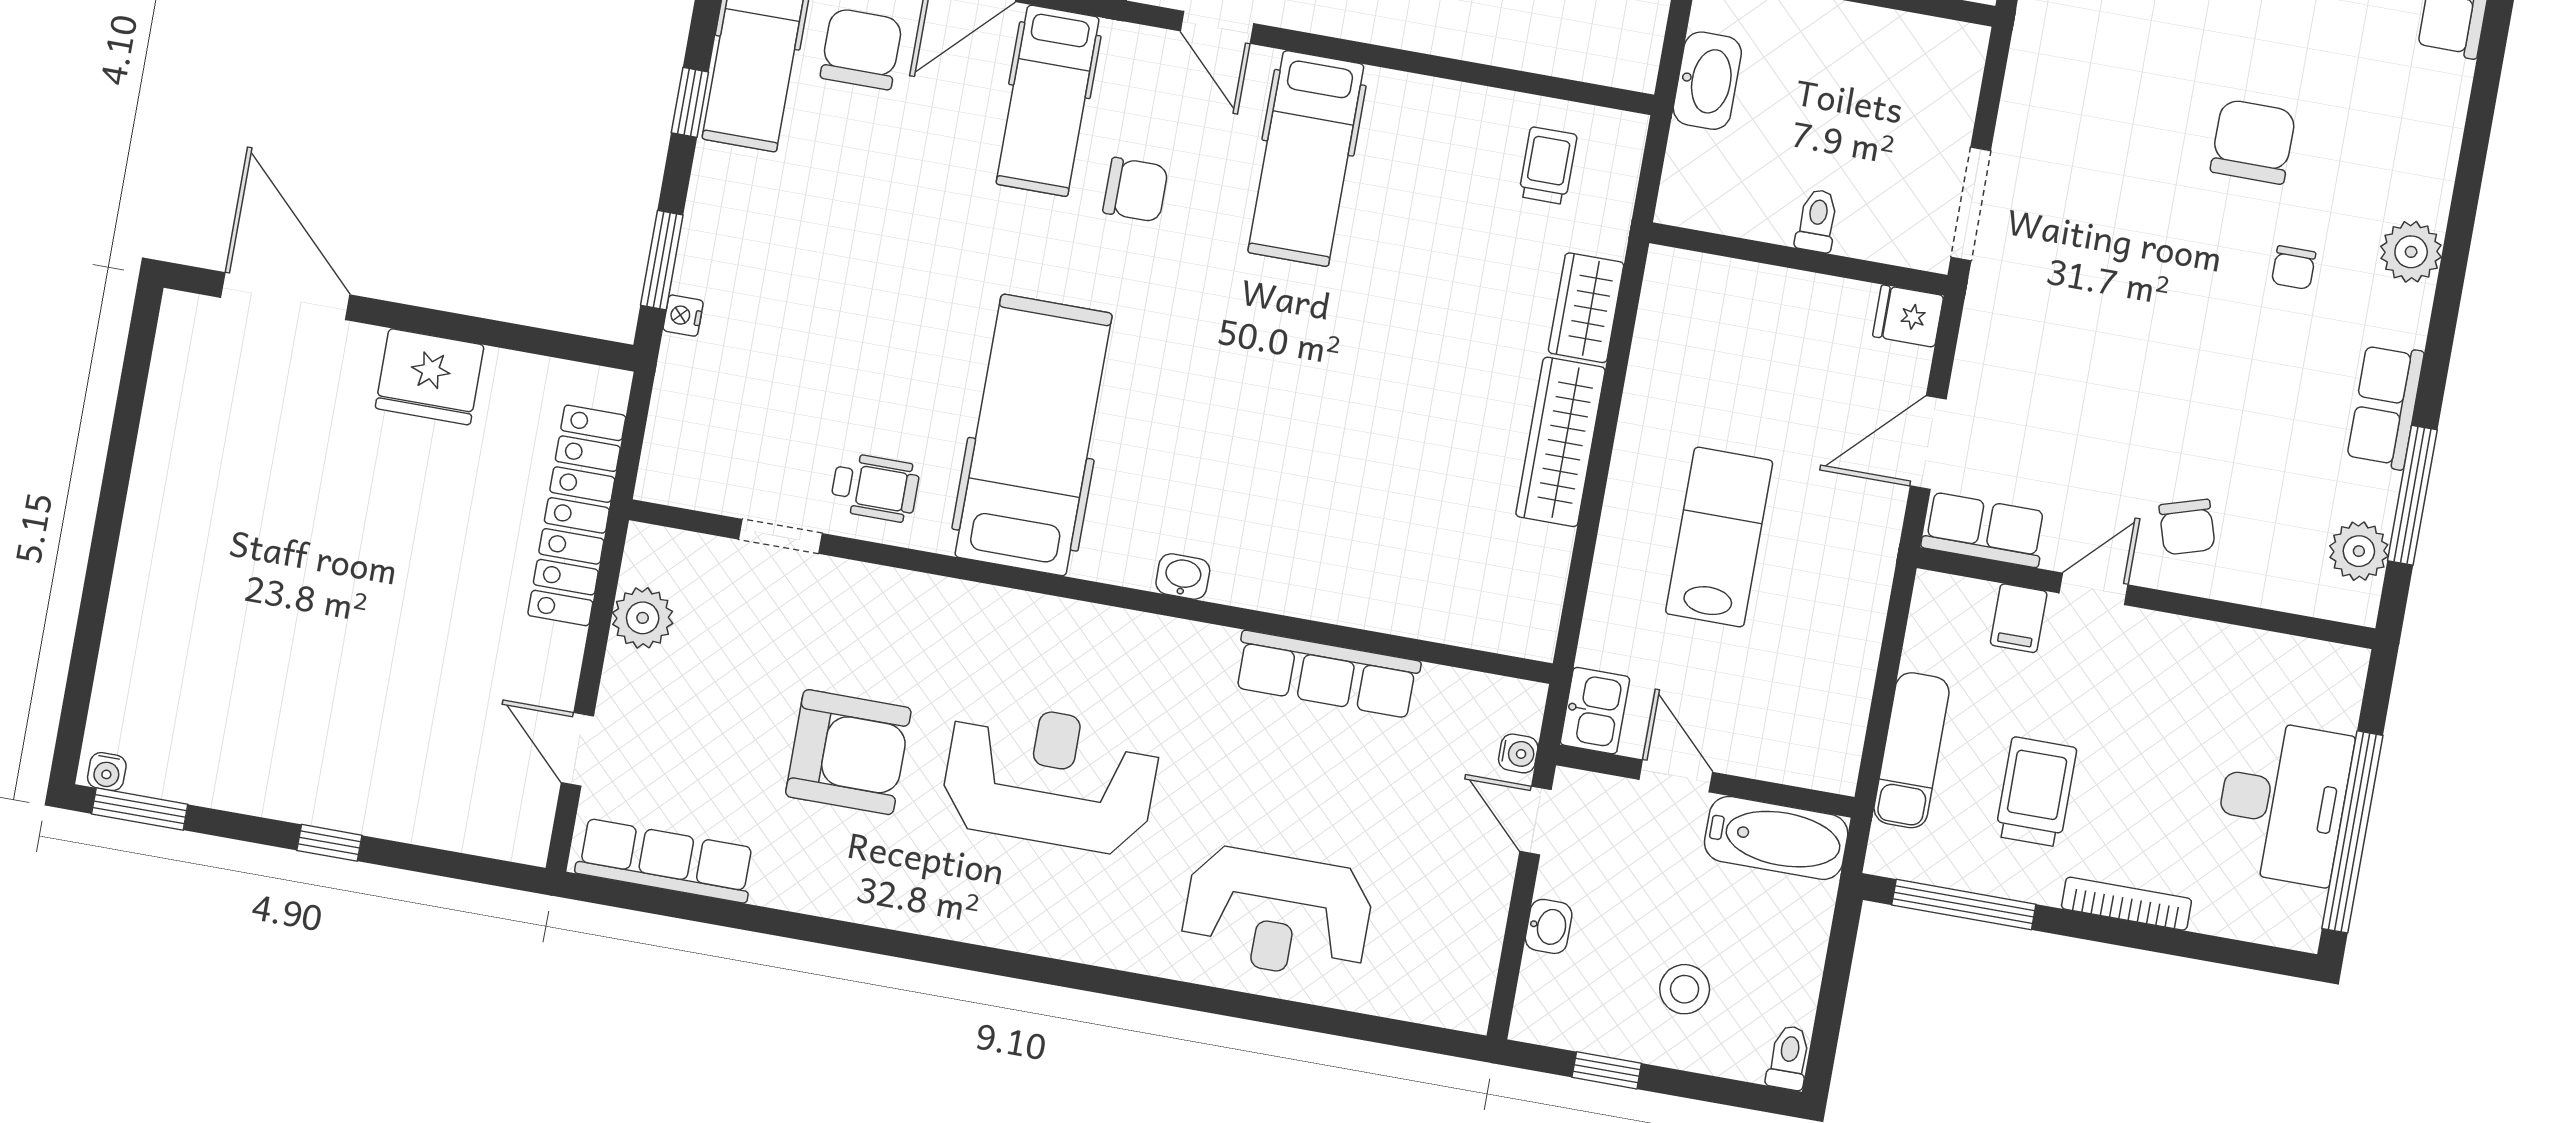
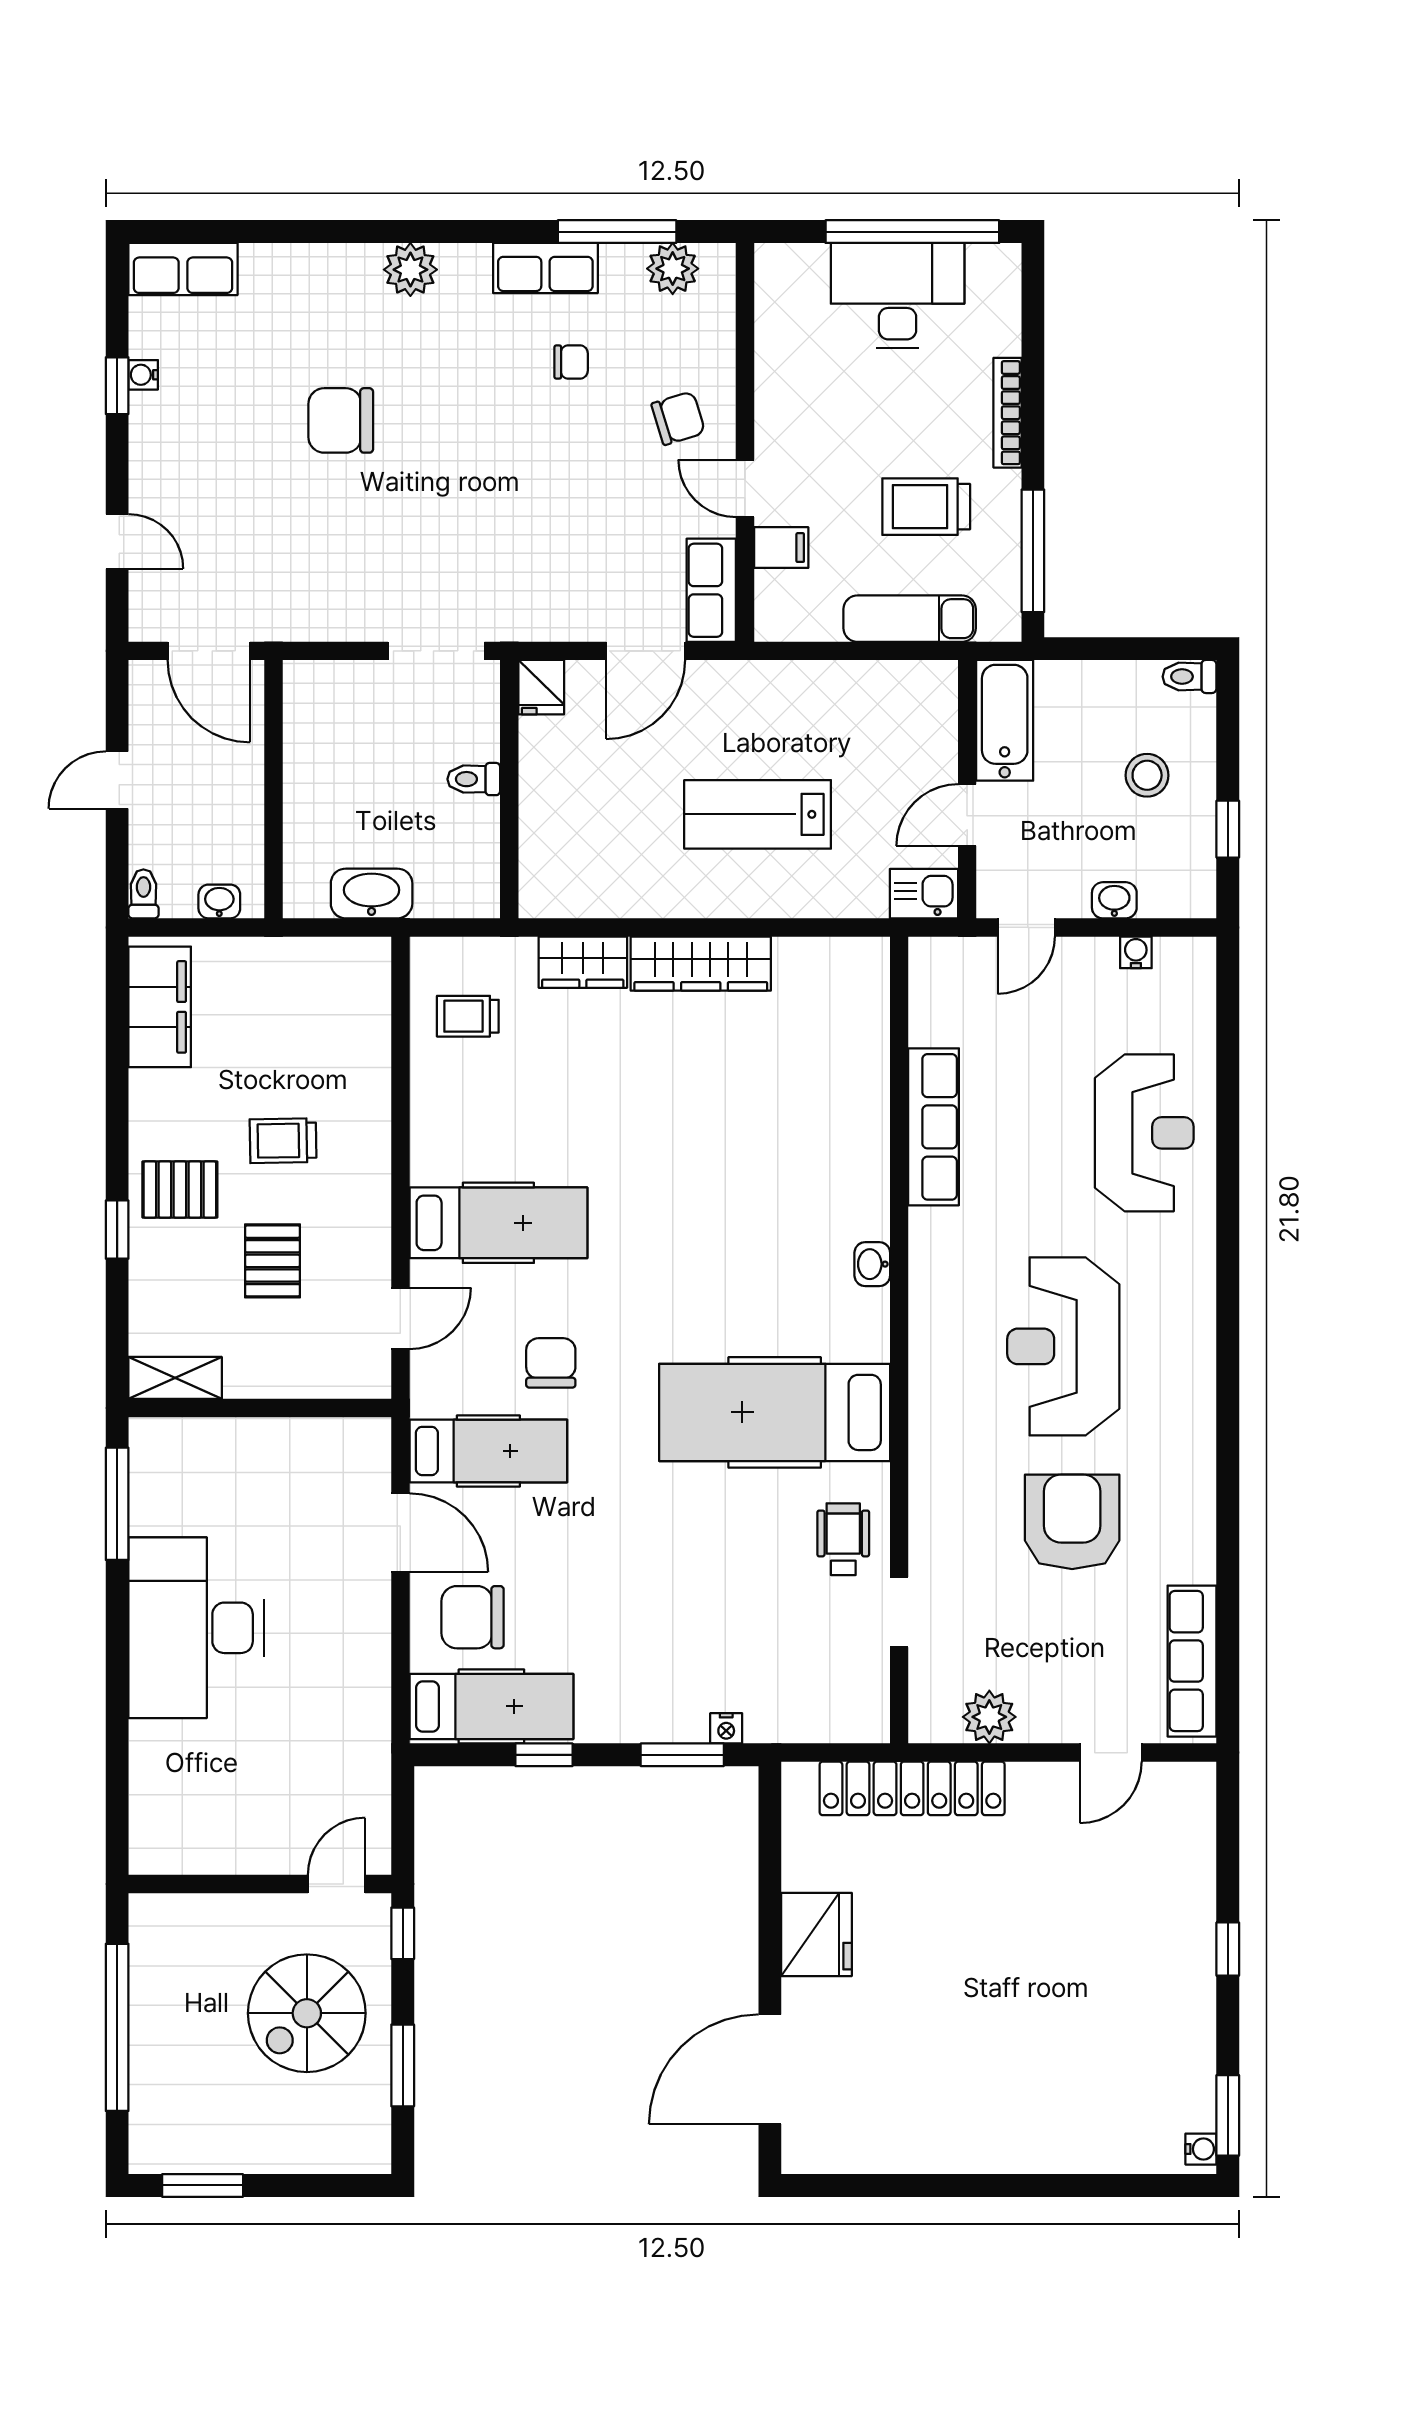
chair: (2294, 268) -> (571, 362), moved
door: (1928, 443) -> (646, 651), hinge flipped
water cooler: (1518, 753) -> (1136, 952), moved

